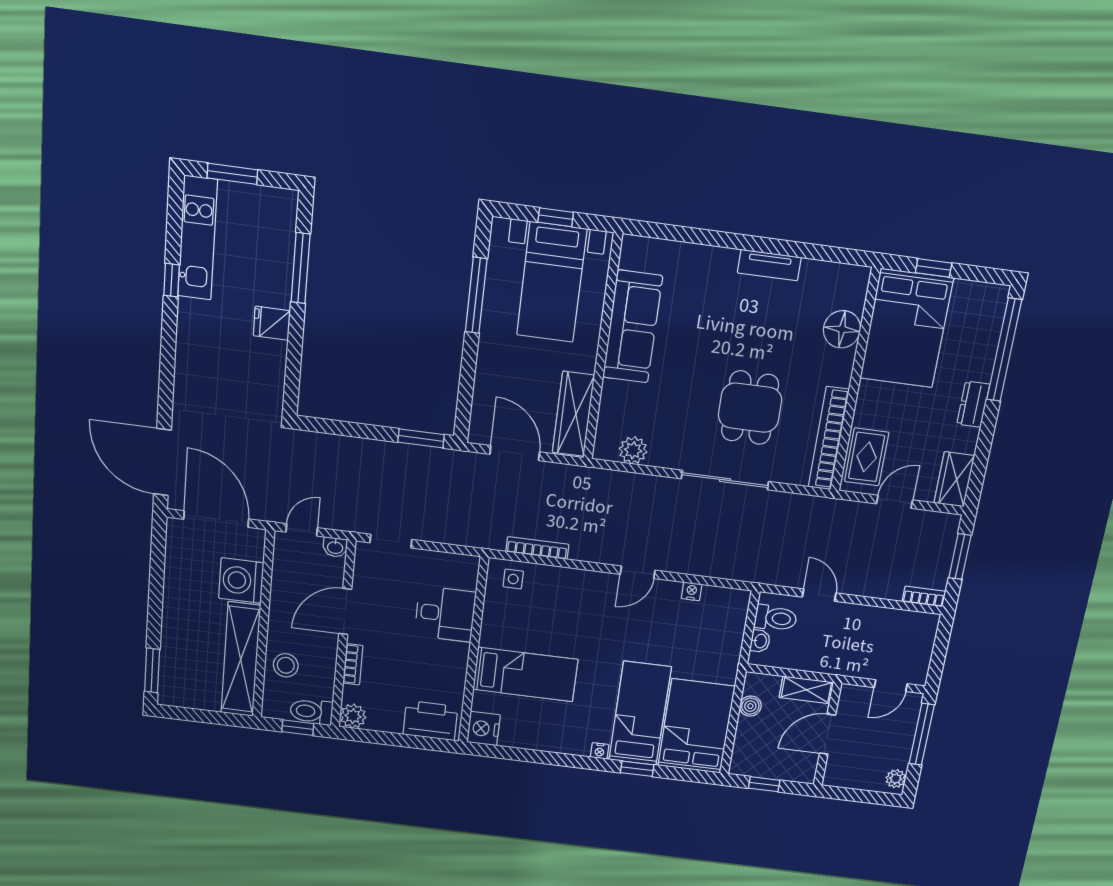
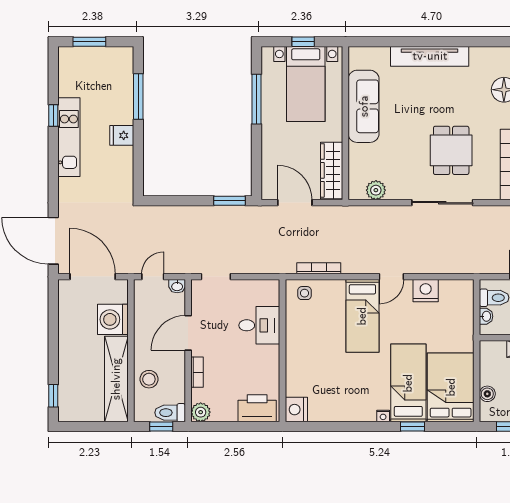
kitchen unit: (197, 238) -> (69, 137), moved
tv unit: (769, 265) -> (430, 56), width x1.92, depth x1.29
nightstand: (692, 591) -> (426, 291), width x1.89, depth x1.79
window: (152, 670) -> (53, 396), width x0.67
bed: (525, 674) -> (362, 316), moved, turned 90
boiler: (750, 706) -> (487, 394), moved

